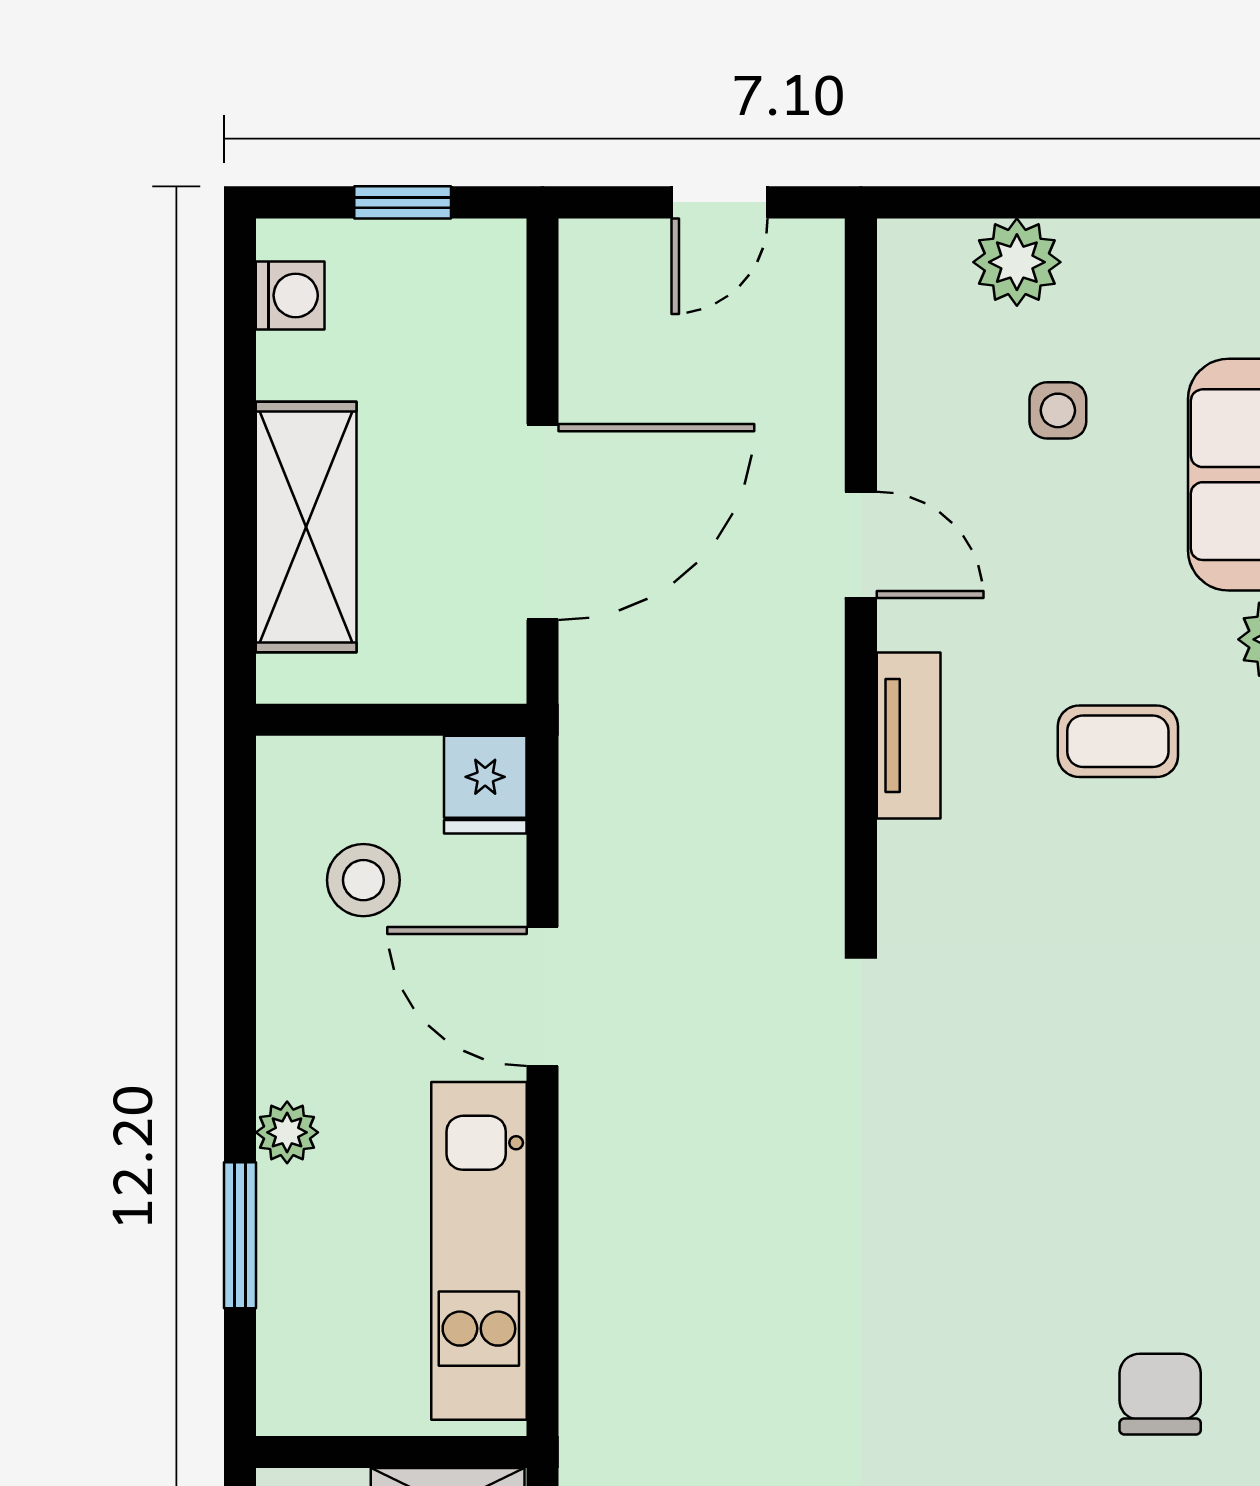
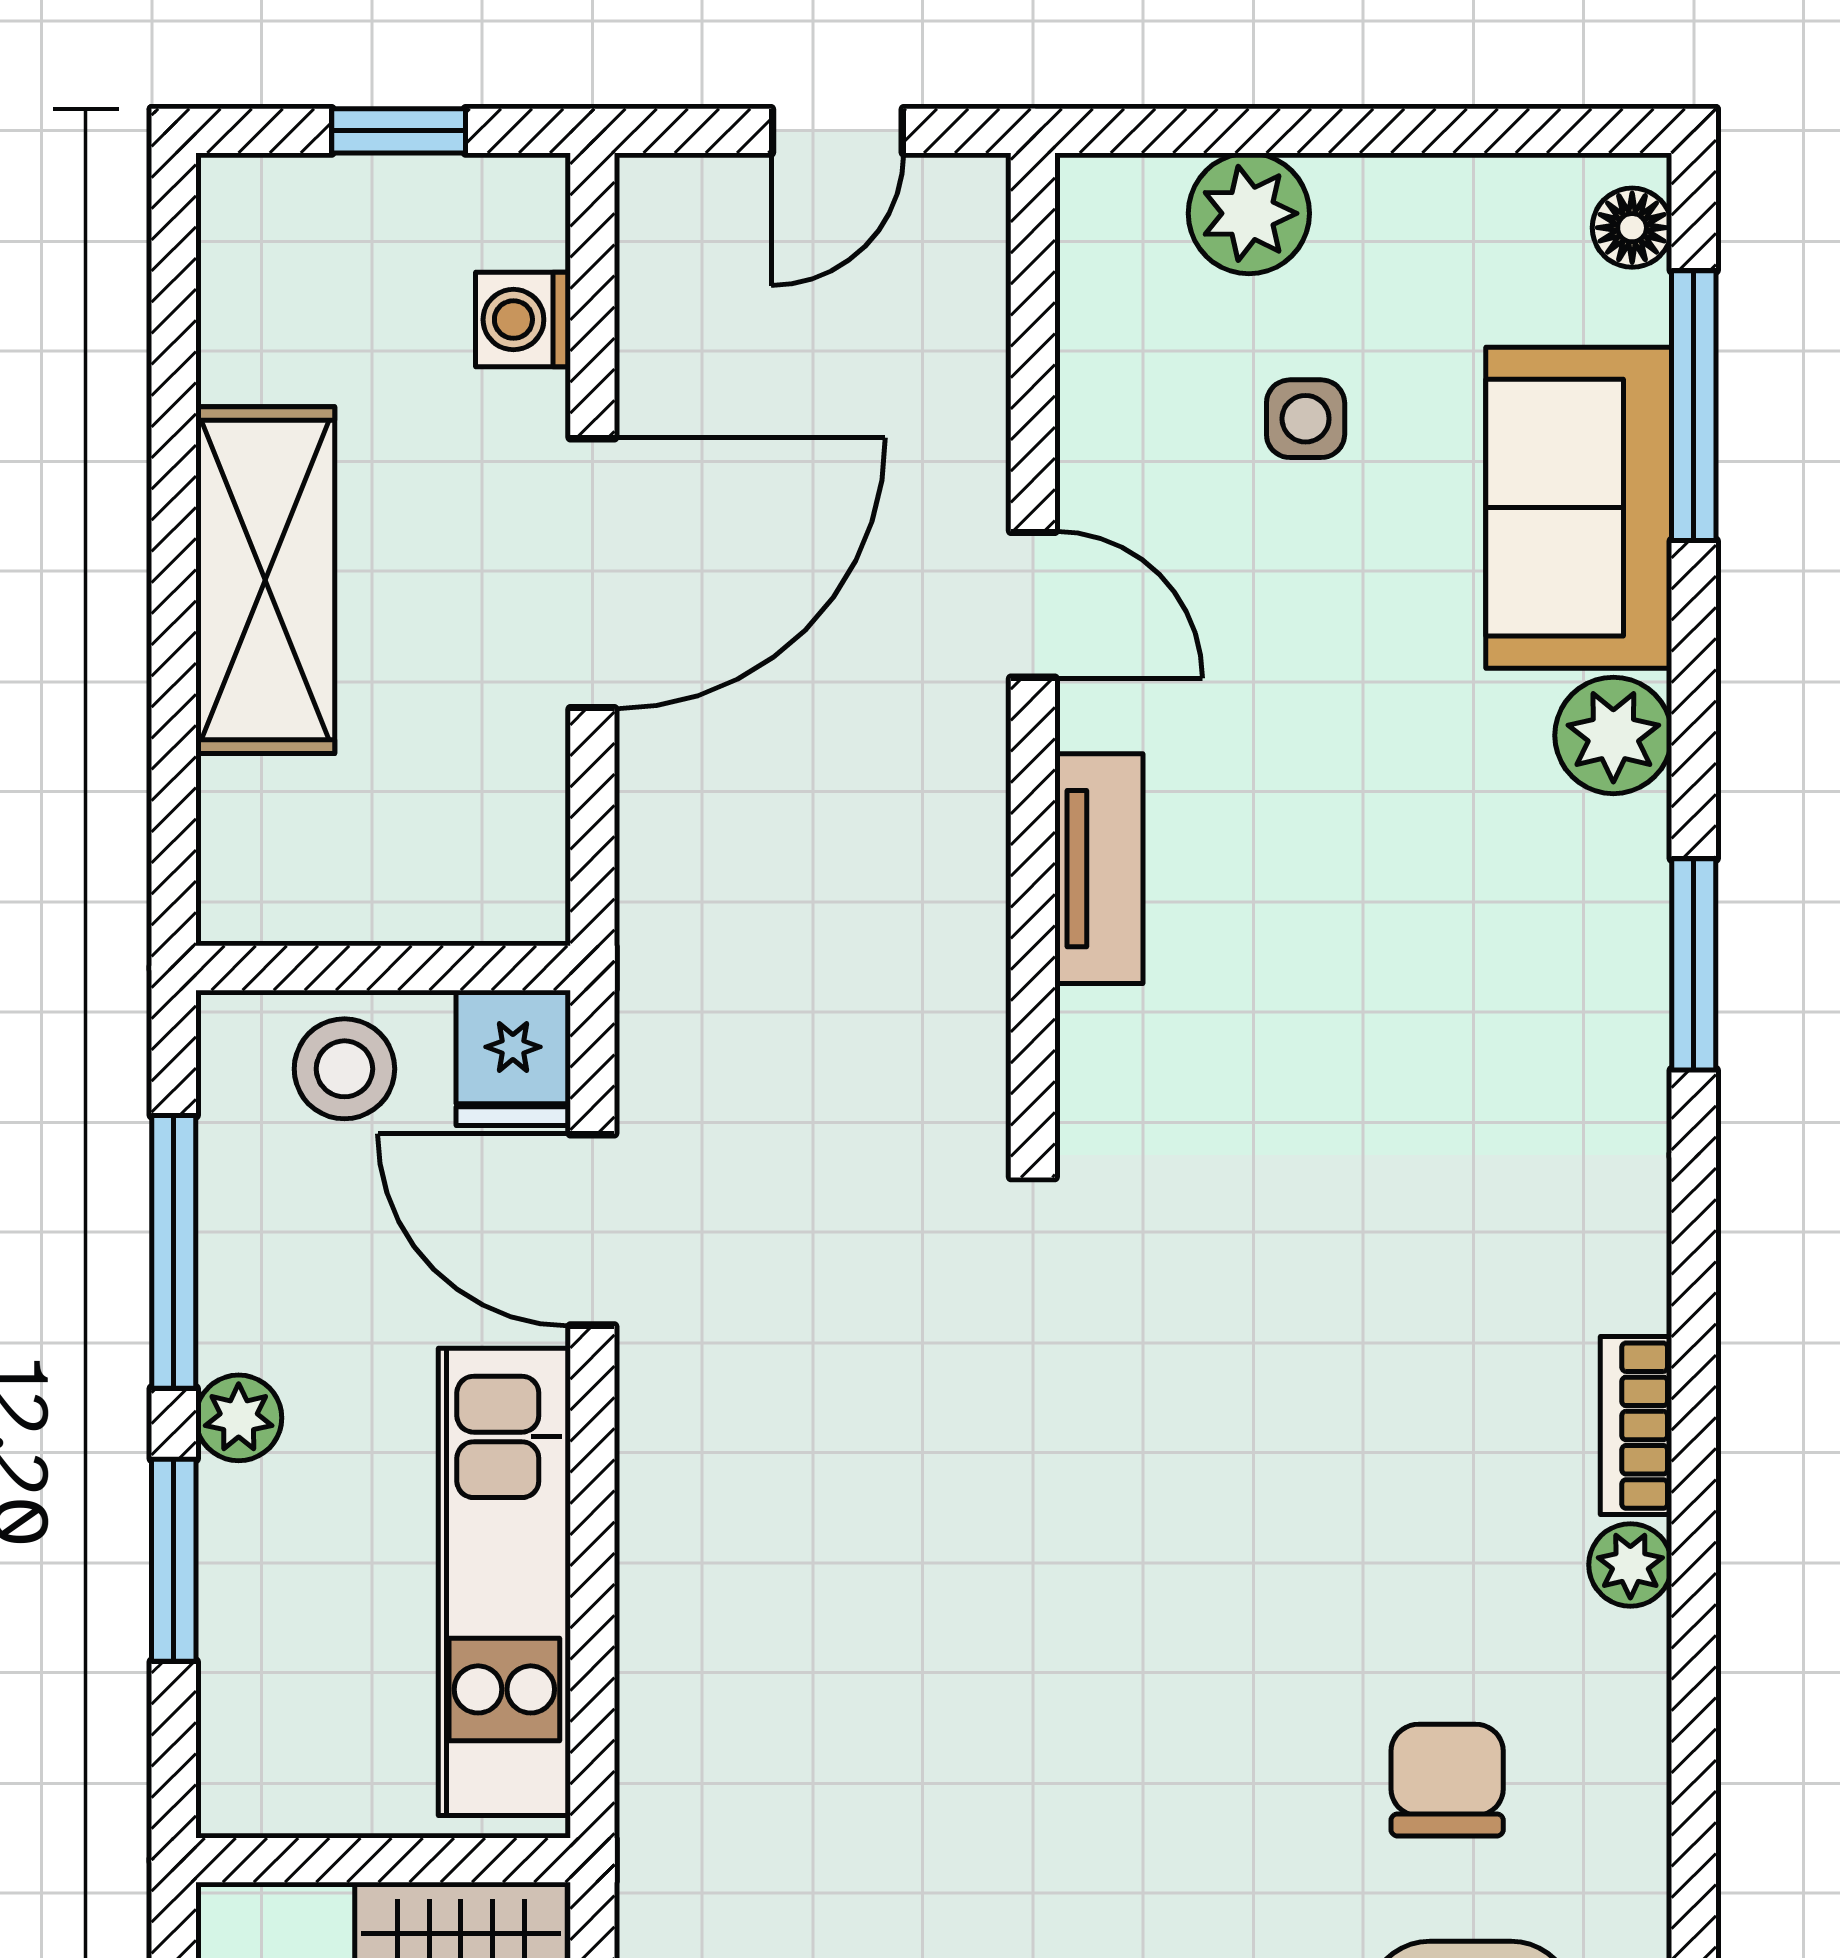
washing machine: (290, 295) -> (523, 320), moved, turned 180
wall: (391, 720) -> (383, 968), moved
coffee table: (1118, 741) -> (1389, 877), removed
fridge: (485, 785) -> (513, 1058), moved
window: (240, 1012) -> (174, 1252), added

